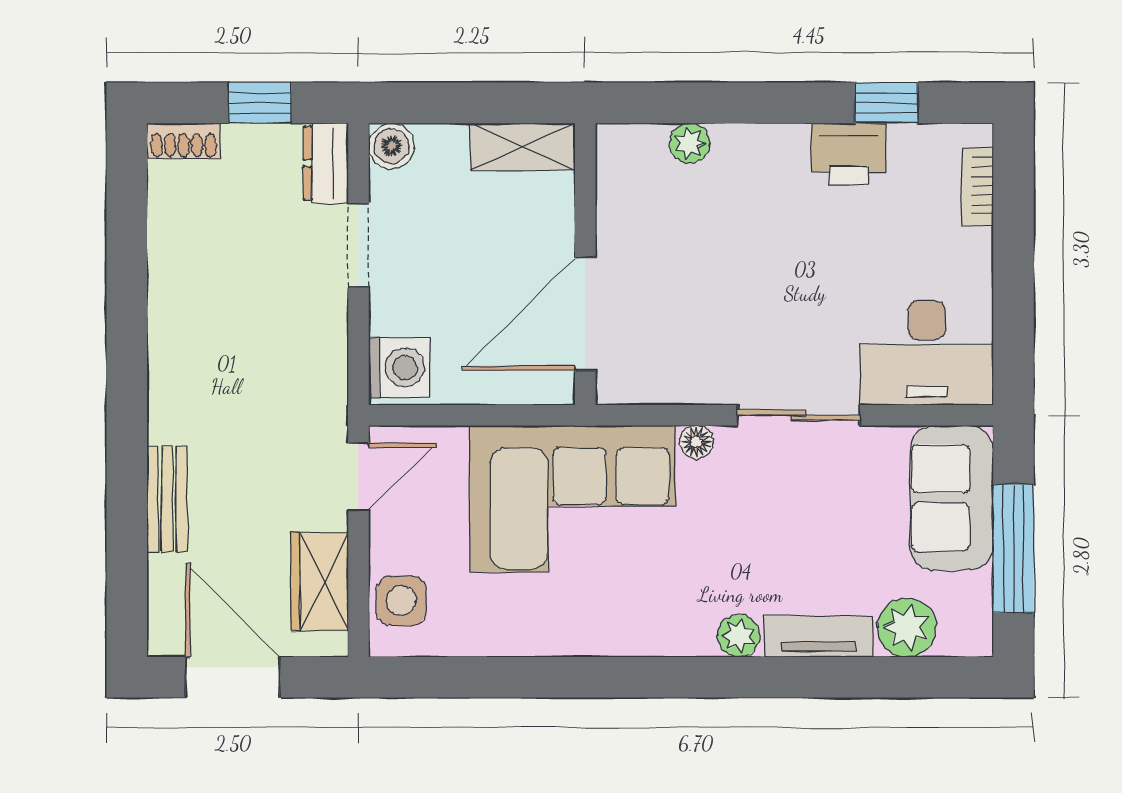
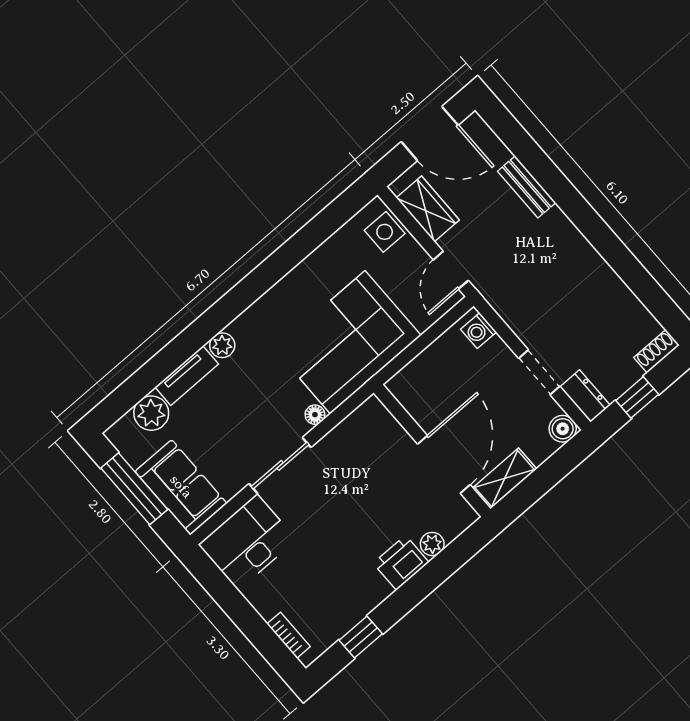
printer: (849, 154) -> (401, 563), moved
door: (585, 314) -> (444, 464), moved
washing machine: (399, 367) -> (478, 331), width x0.73, depth x0.73

